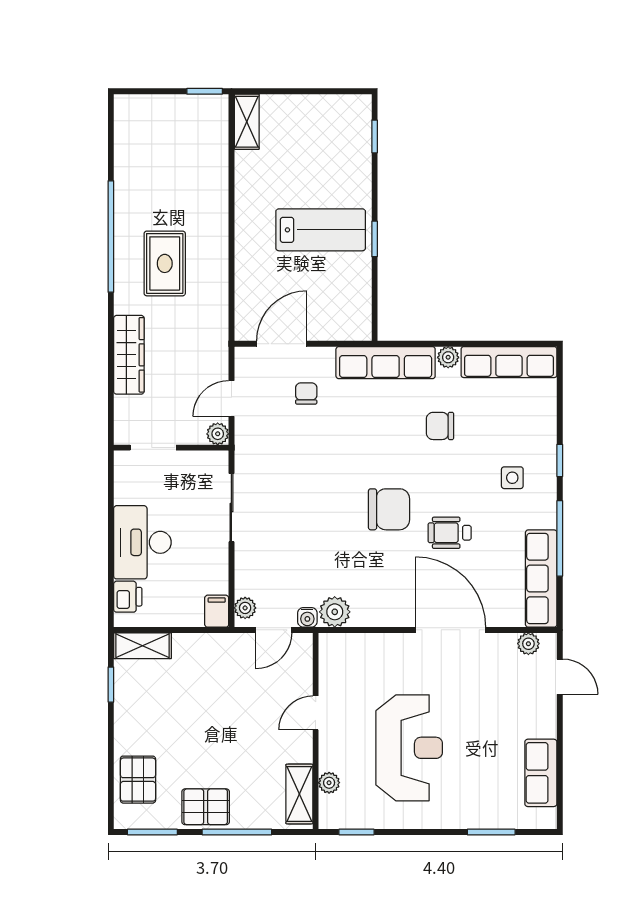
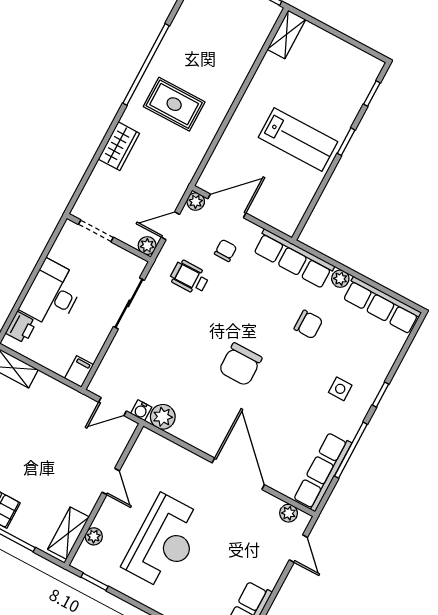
window: (375, 239) -> (346, 142), moved
rug: (165, 263) -> (174, 104), turned 90
wardrobe: (129, 355) -> (119, 146), width x0.67
chair: (440, 426) -> (308, 324), turned 180
chair: (389, 509) -> (240, 364), turned 90
wheelchair: (450, 533) -> (189, 277), moved
plant: (245, 608) -> (196, 202), moved
door: (316, 713) -> (111, 482), swing flipped

